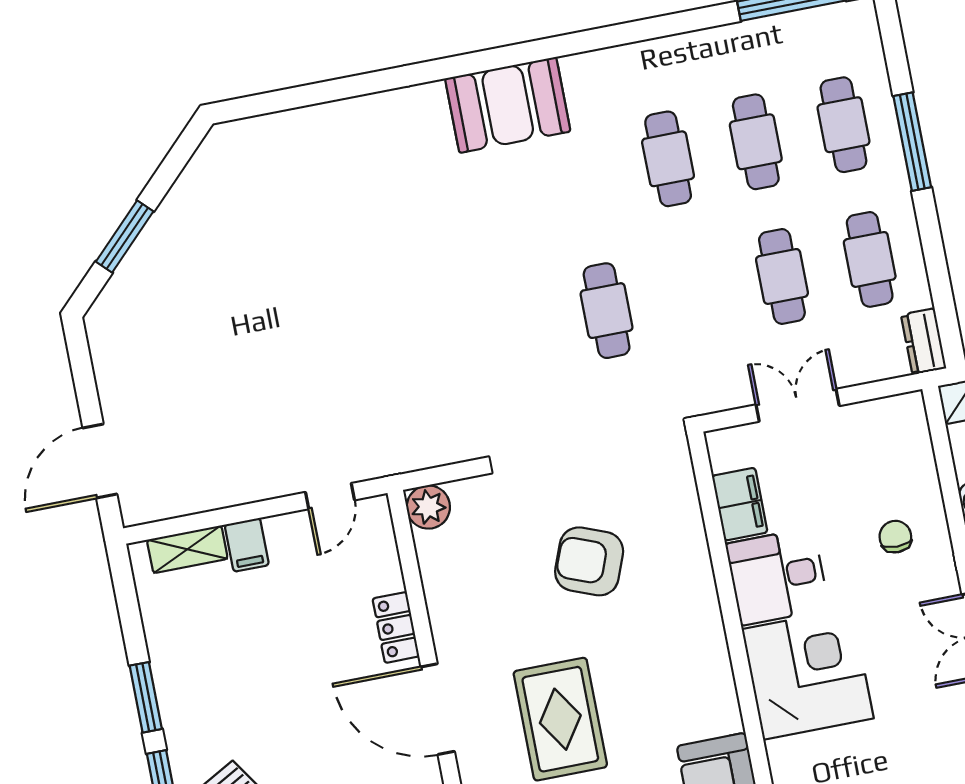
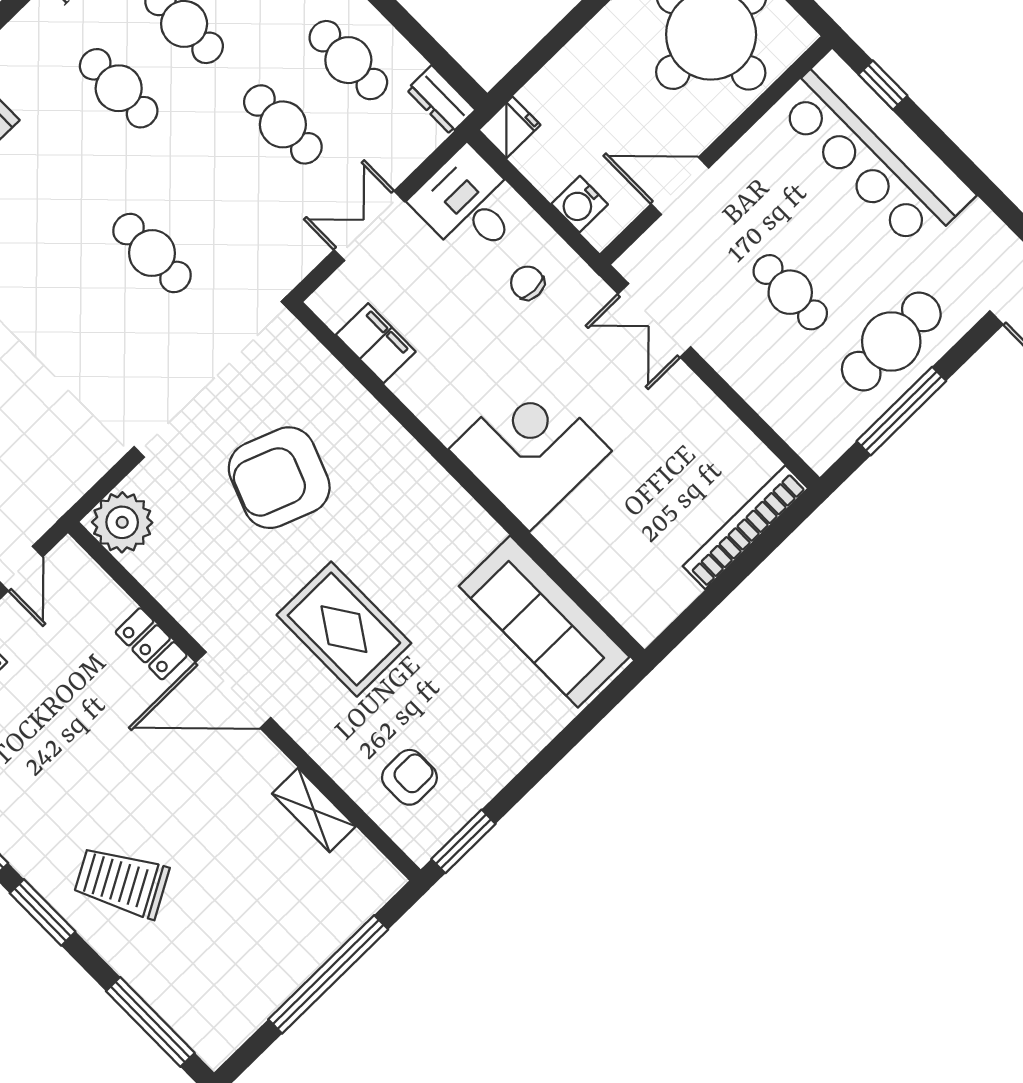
plant: (428, 507) -> (122, 522), width x1.36, depth x1.36
armchair: (589, 561) -> (279, 478), width x1.36, depth x1.36
desk: (777, 576) -> (469, 204), moved, turned 90

